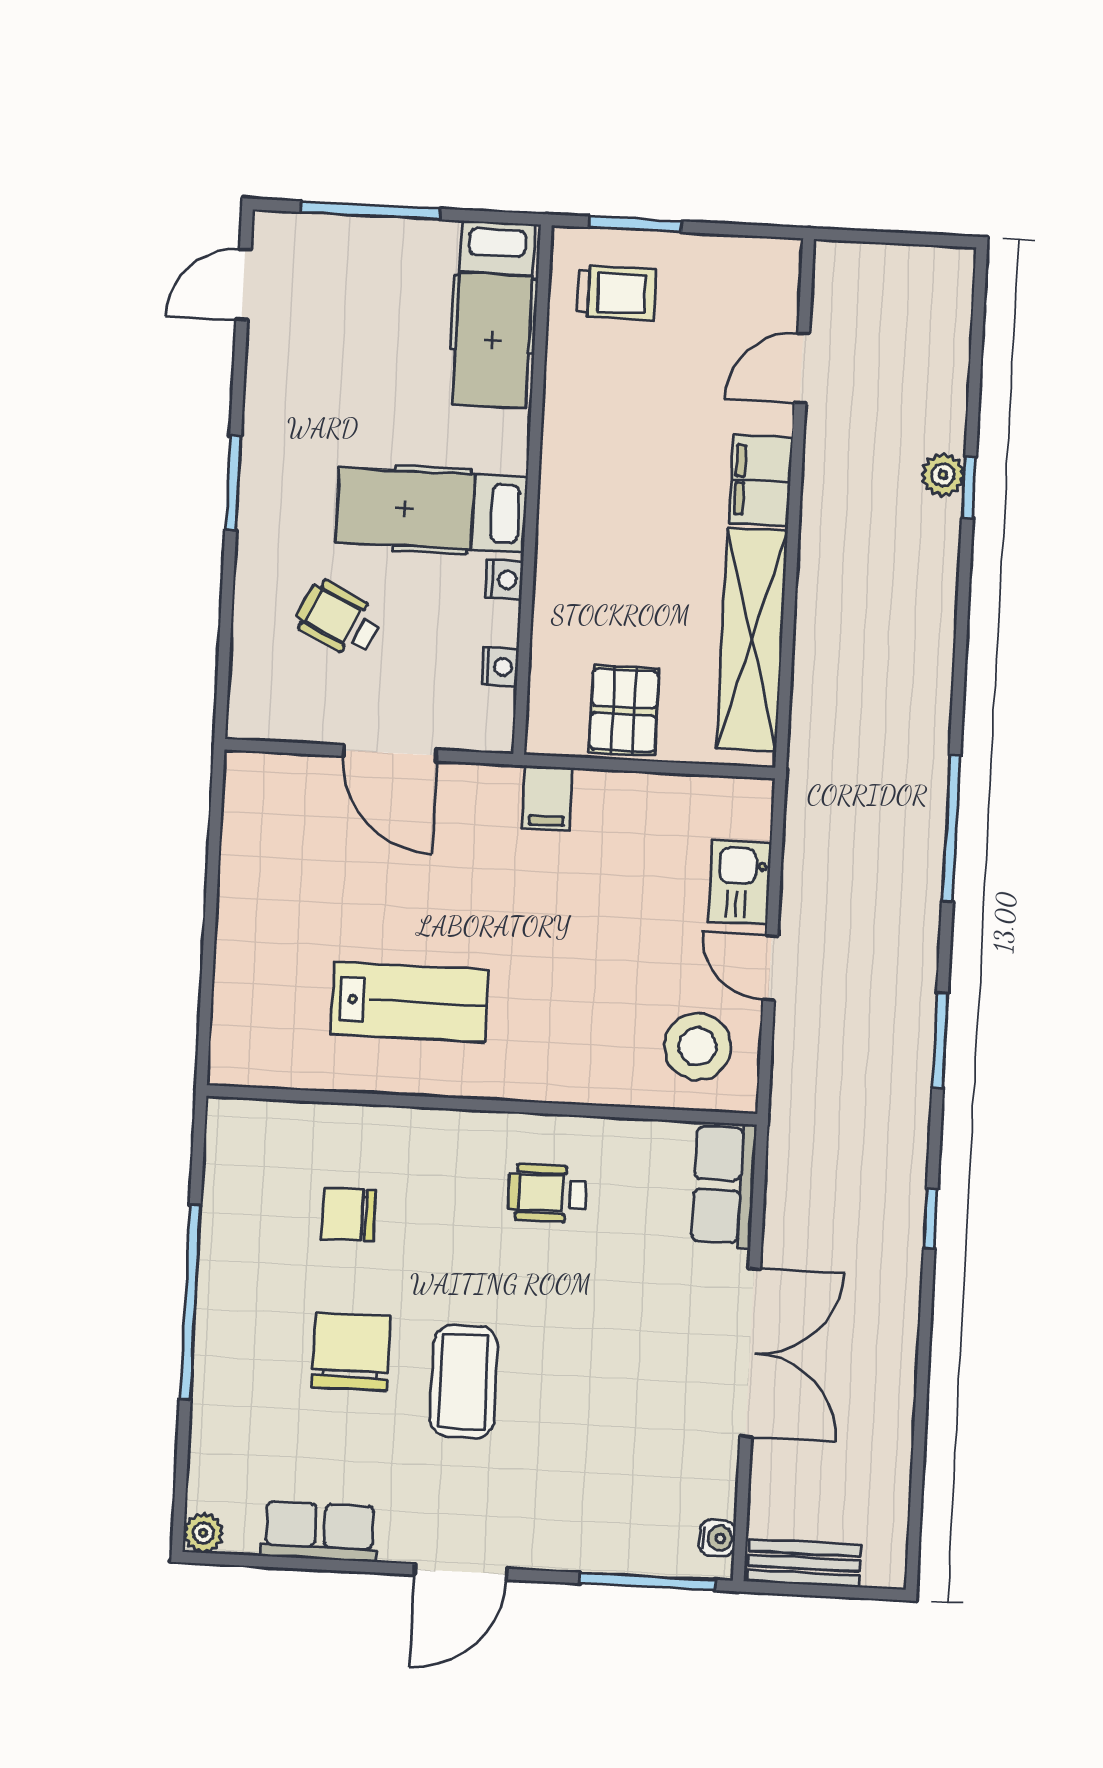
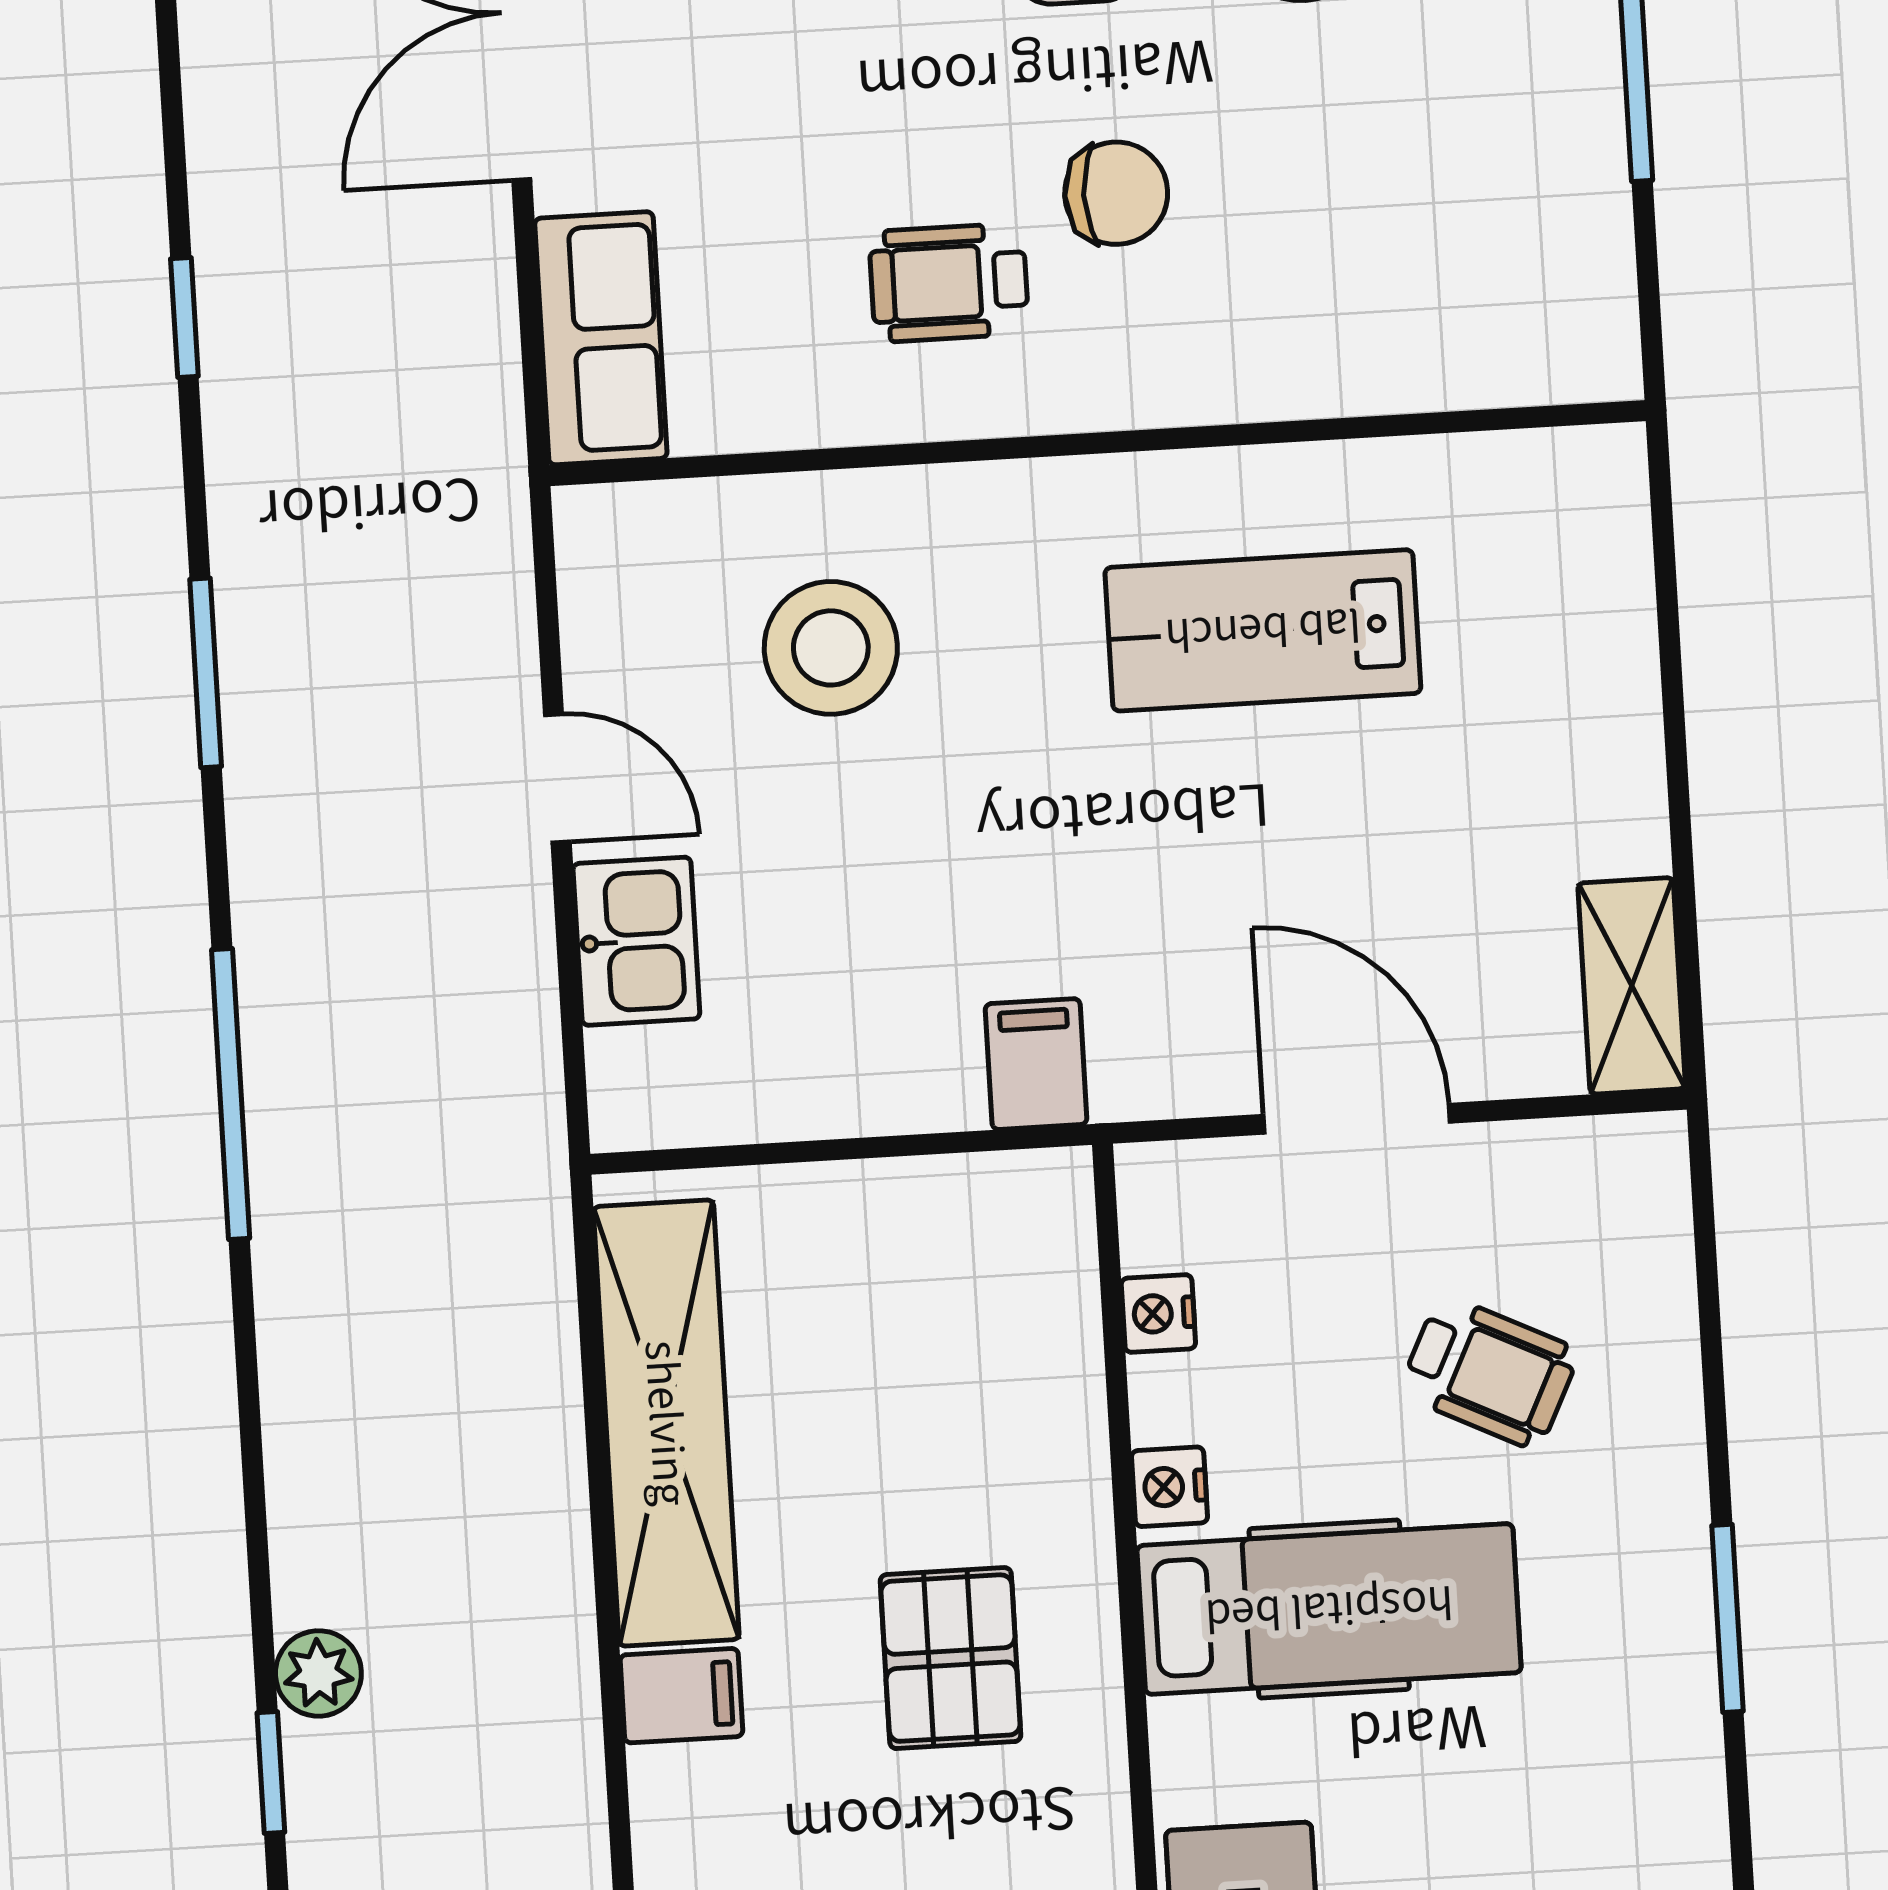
plant: (943, 475) -> (318, 1673), moved
filing cabinet: (761, 481) -> (681, 1696), width x0.50
pallet: (624, 710) -> (951, 1658), moved
shelving: (246, 804) -> (1632, 986), added
stool: (698, 1046) -> (831, 648), moved
wheelchair: (547, 1193) -> (949, 283), turned 180
chair: (349, 1215) -> (1116, 193), moved

